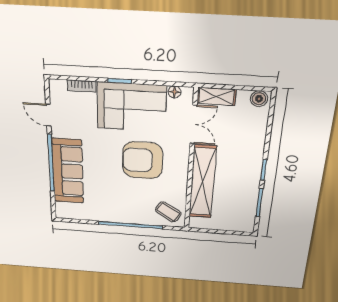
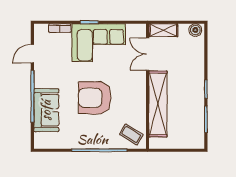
floor lamp: (174, 92) -> (131, 29), removed
door: (48, 115) -> (32, 54), hinge flipped
double door: (194, 124) -> (148, 54), swing flipped
armchair: (142, 160) -> (95, 98), moved
sofa: (68, 171) -> (46, 110), width x0.73

